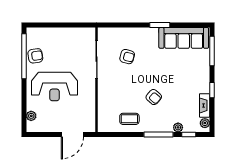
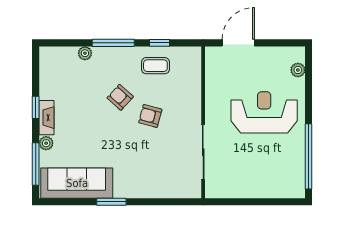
armchair: (35, 56) -> (292, 157), removed
armchair: (127, 57) -> (150, 116), moved
fireplace: (205, 105) -> (46, 118), moved
plant: (205, 123) -> (46, 143), moved
window: (189, 135) -> (159, 43), moved

